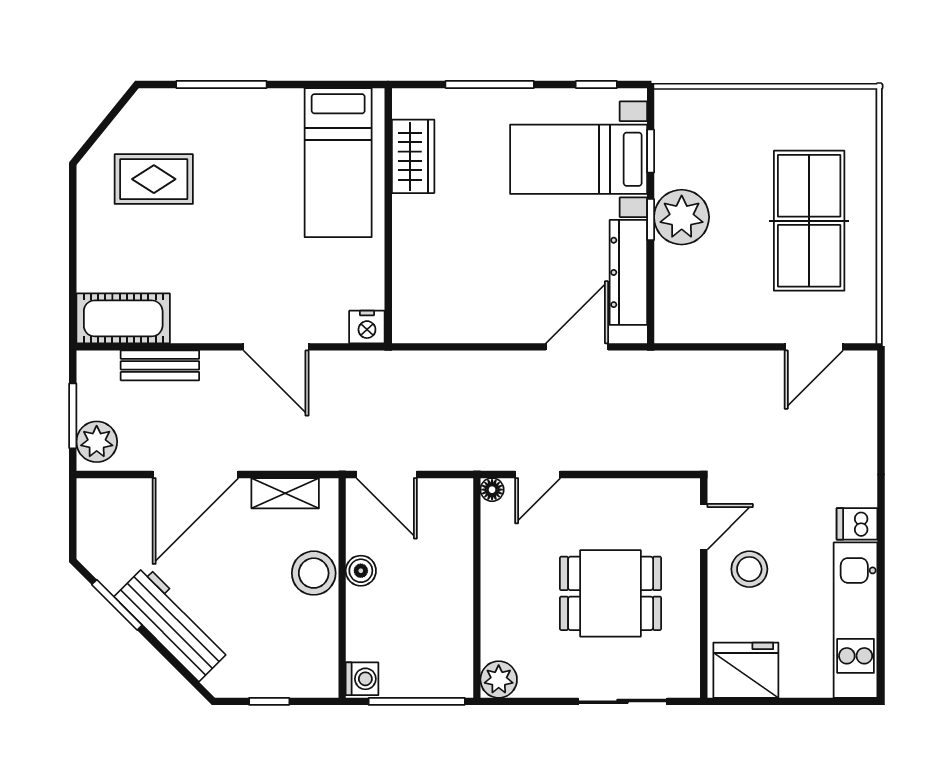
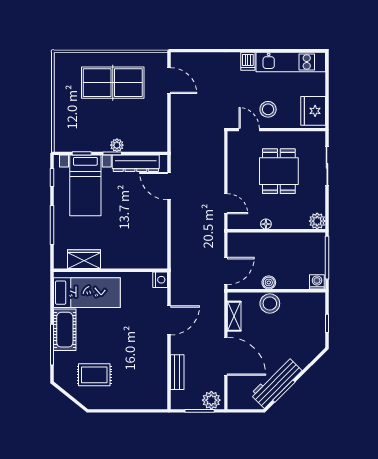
rug: (154, 179) -> (94, 375), turned 90
plant: (682, 217) -> (117, 145), width x0.53, depth x0.53
cot: (123, 318) -> (65, 330), moved
floor lamp: (492, 490) -> (266, 224), moved
workbench: (172, 623) -> (276, 383), moved

